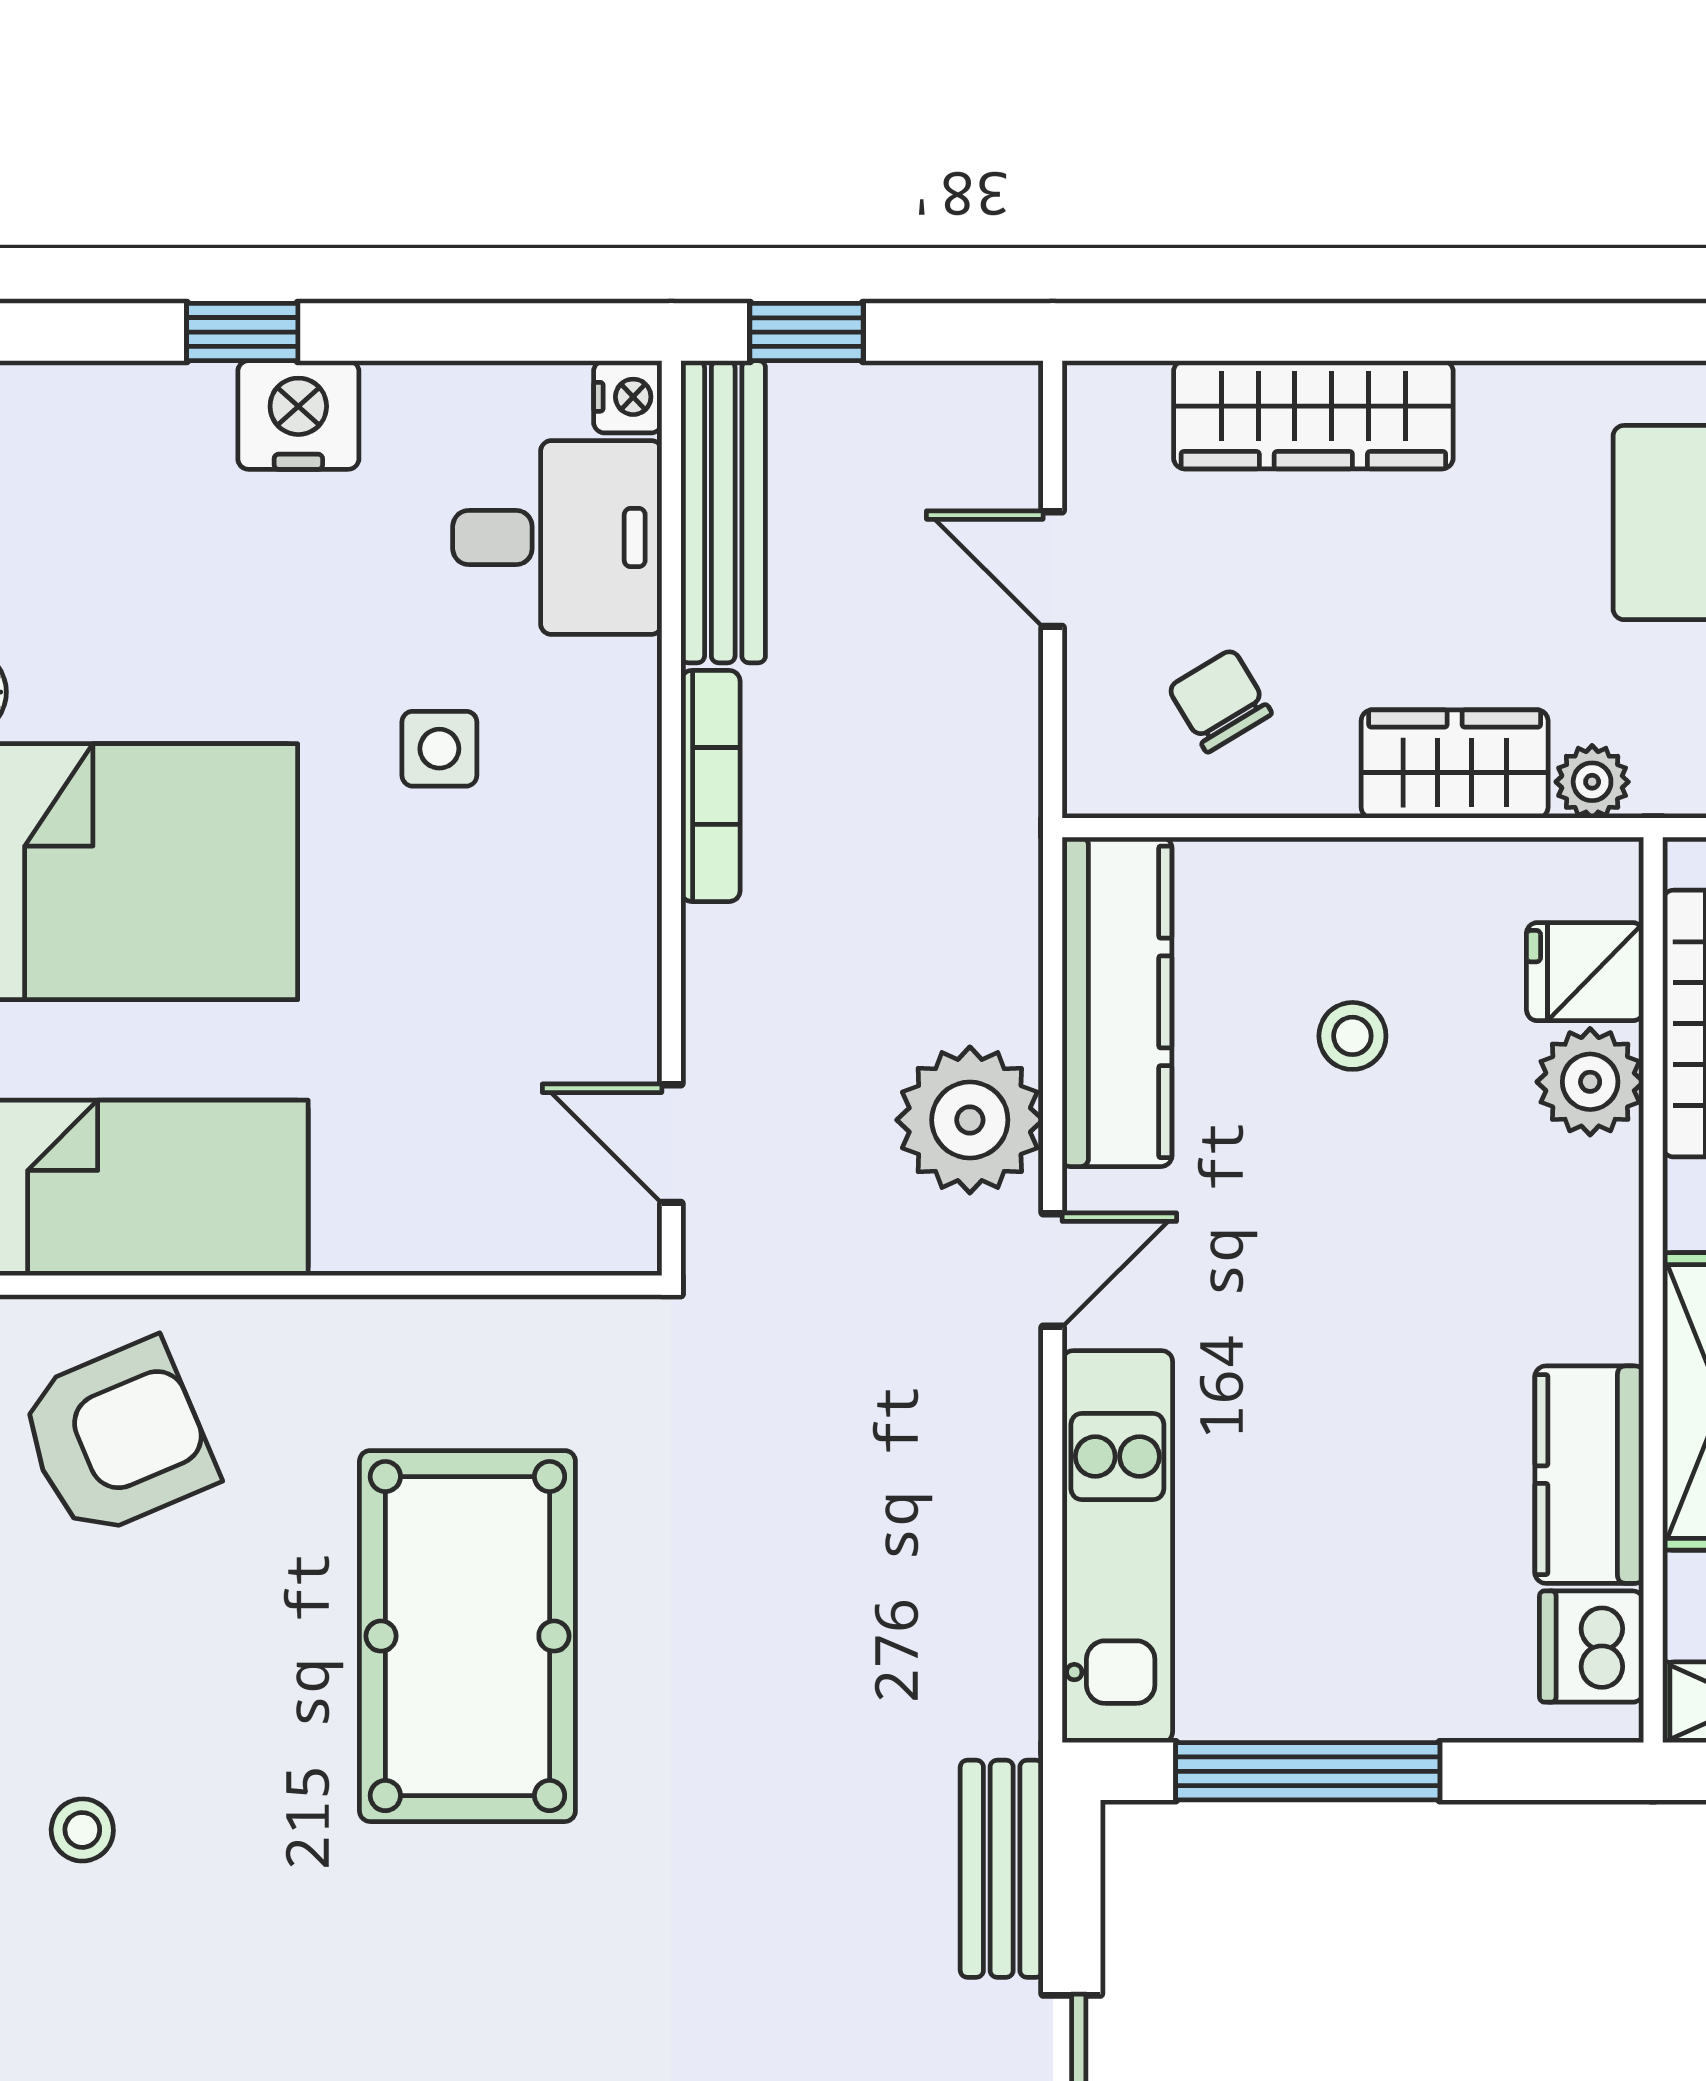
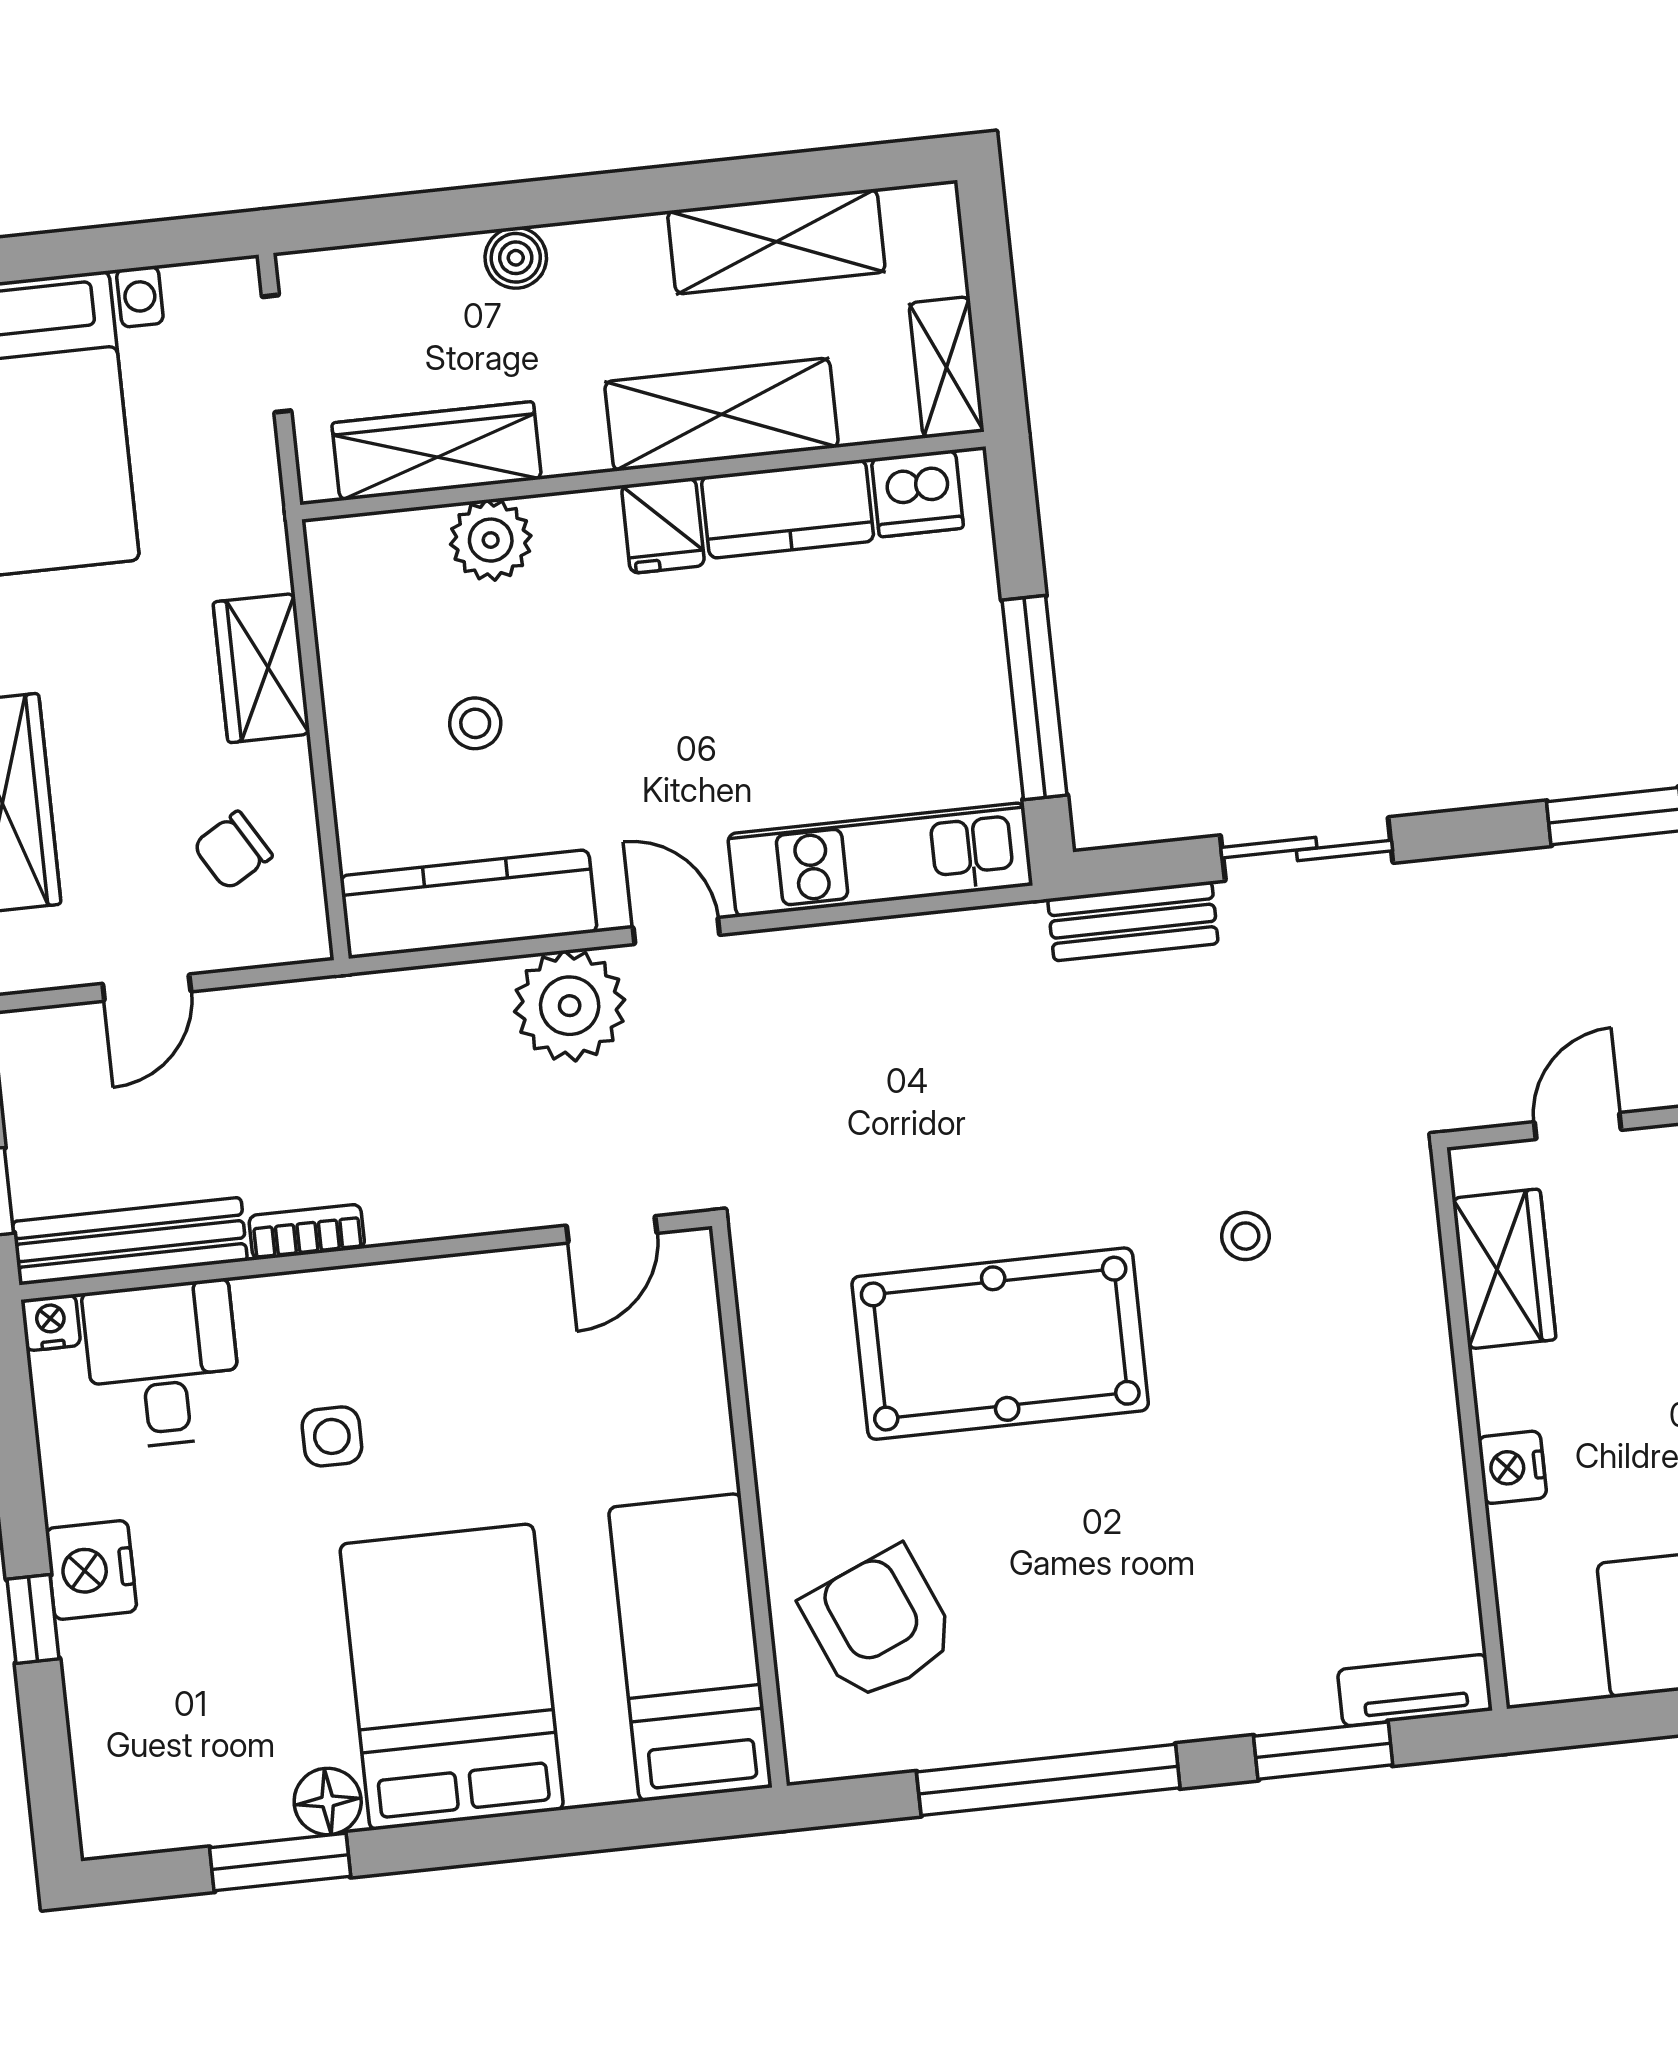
plant: (1592, 782) -> (264, 563), removed
bookcase: (710, 786) -> (307, 1232), width x0.64
fridge: (1585, 972) -> (663, 526), moved
stool: (82, 1830) -> (1245, 1236), moved

